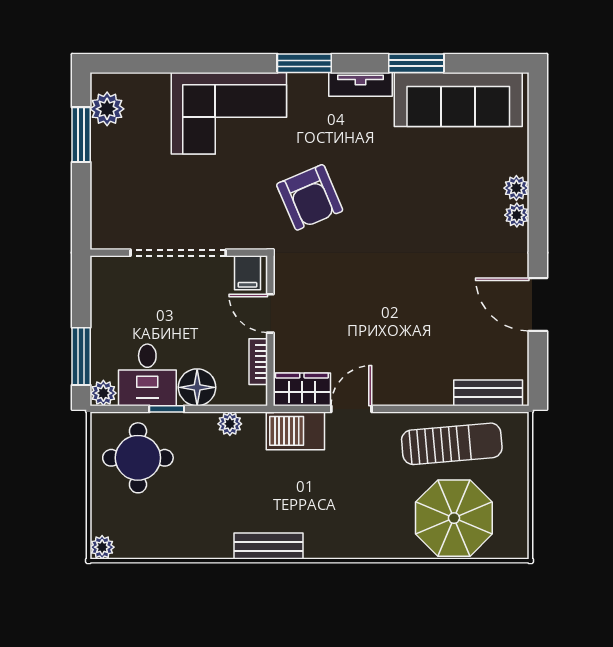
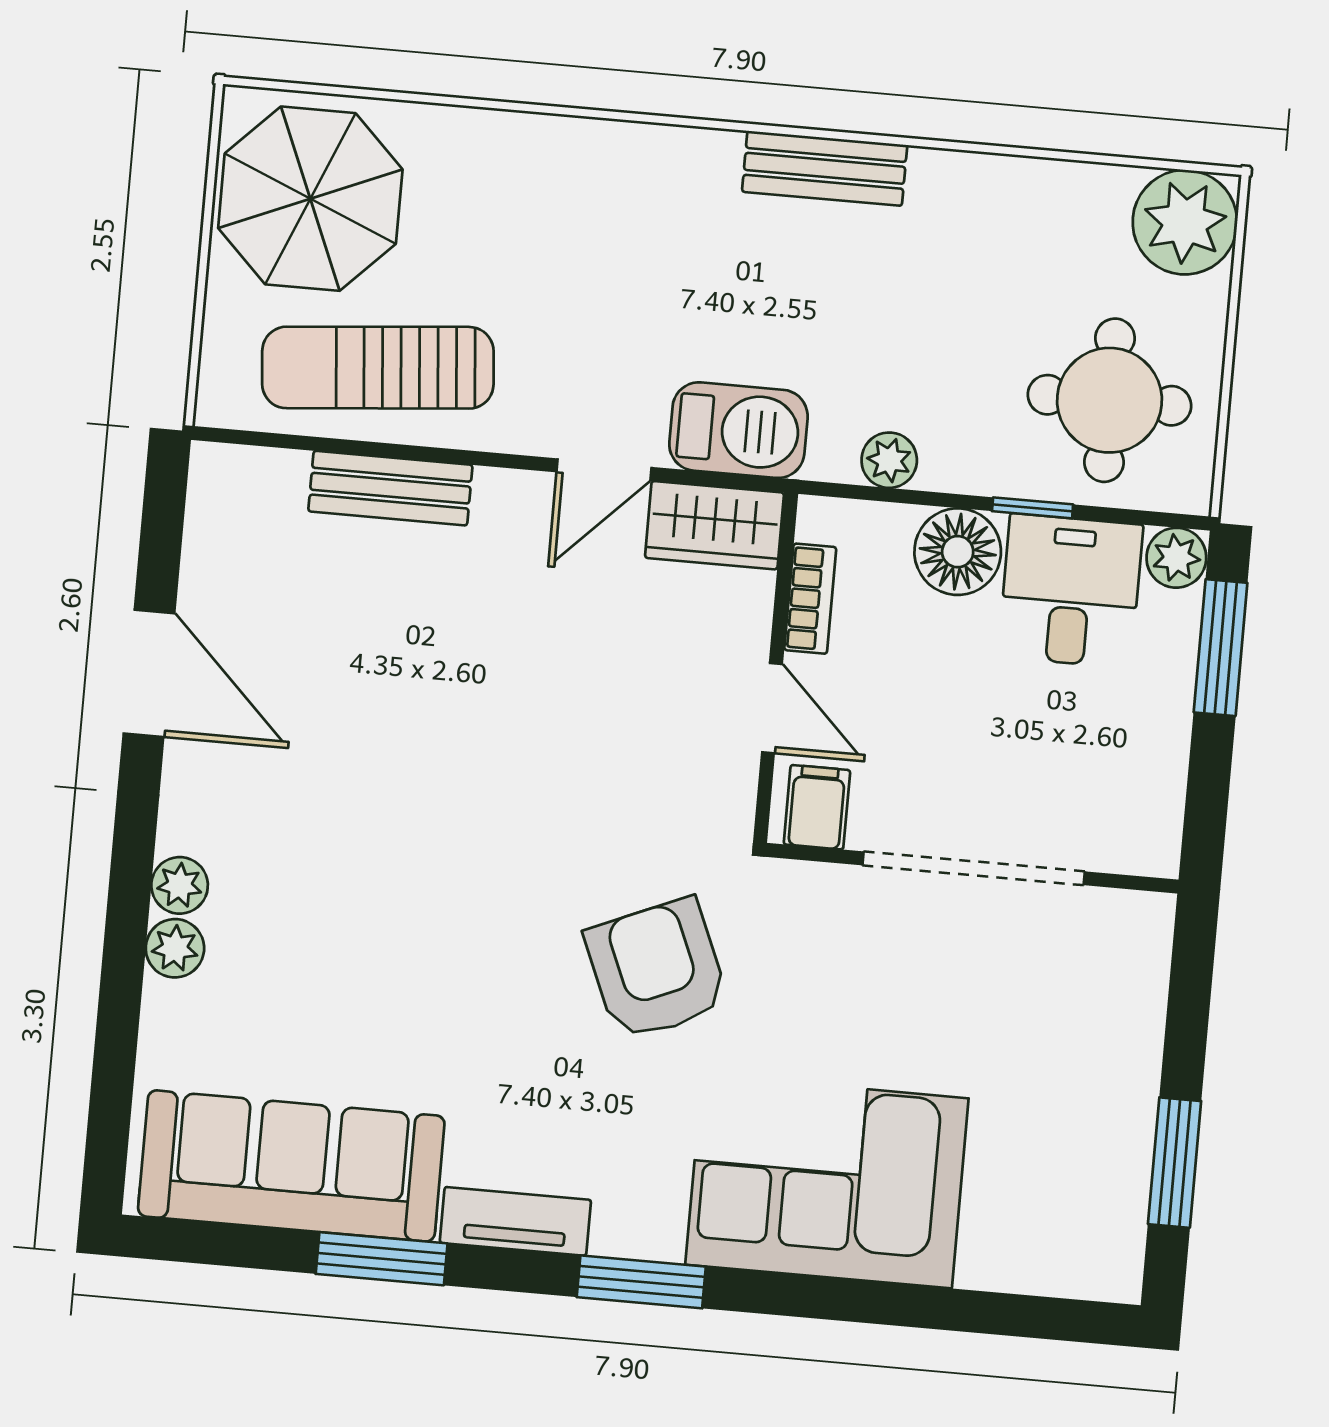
plant: (107, 109) -> (1109, 1217), removed
bench: (488, 393) -> (390, 488), moved
parasol: (454, 518) -> (310, 199), moved
plant: (102, 547) -> (1185, 222), width x1.88, depth x1.88

